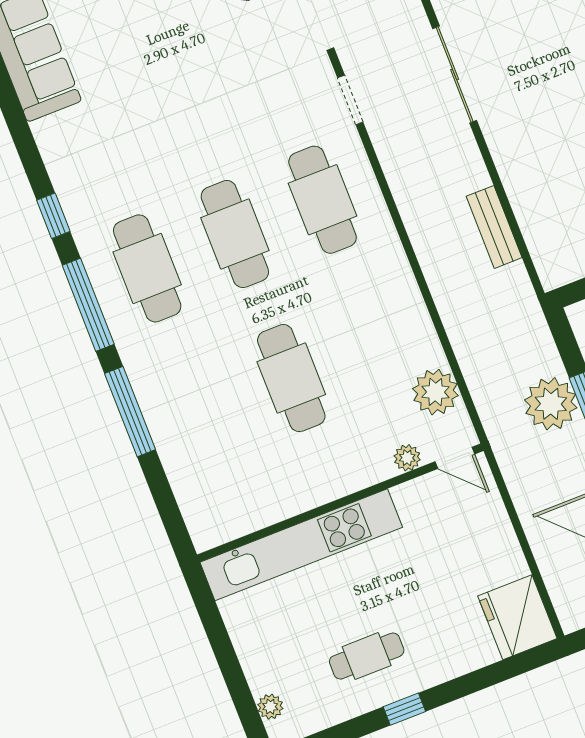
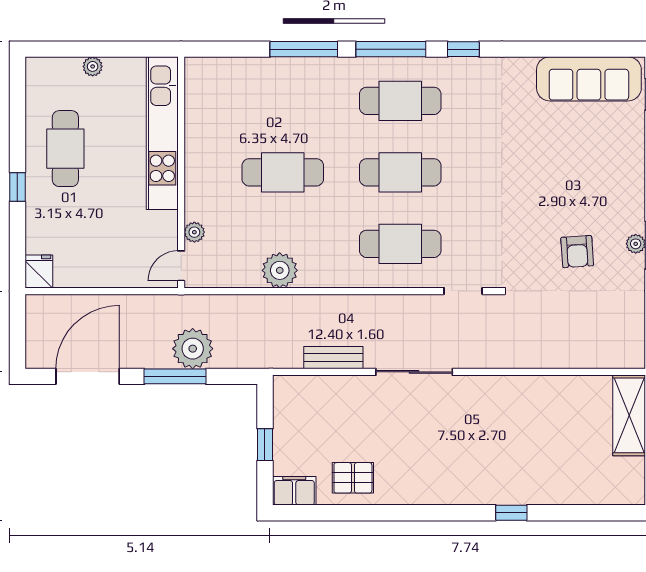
sliding door: (455, 74) -> (414, 372), moved
plant: (435, 392) -> (280, 270), moved
fridge: (517, 617) -> (39, 271), width x0.53, depth x0.75
cafe table: (367, 656) -> (65, 149), width x1.37, depth x1.35
plant: (270, 707) -> (93, 66), moved
window: (404, 709) -> (17, 187), moved

